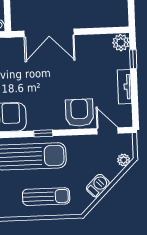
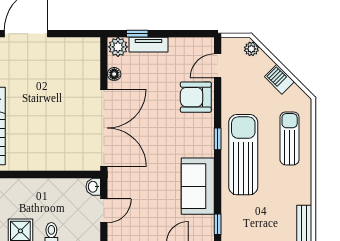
double door: (49, 33) -> (104, 128), width x1.36
floor lamp: (97, 40) -> (114, 74), added
tv unit: (125, 87) -> (149, 45), moved

